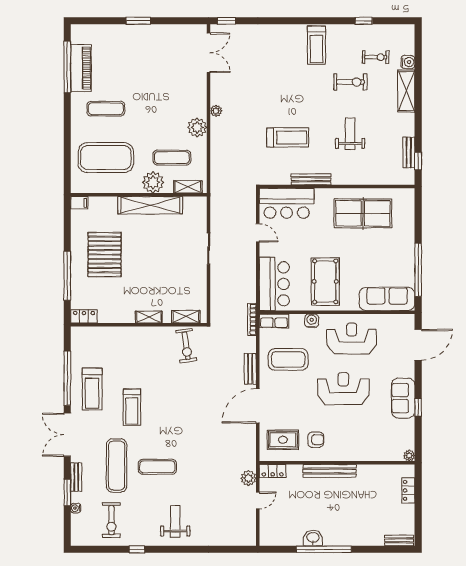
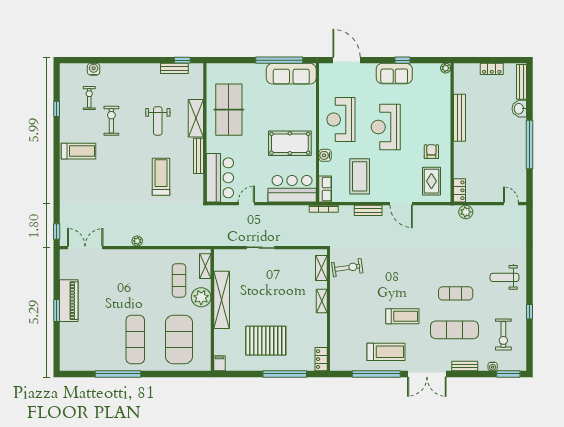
window: (67, 67) -> (118, 374), moved
piano: (81, 68) -> (69, 301), moved, turned 90
shelving: (406, 91) -> (196, 118), moved, turned 90
exercise mat: (106, 109) -> (135, 340), width x1.36, depth x1.45
plant: (197, 127) -> (152, 258), removed
weight bench: (350, 134) -> (158, 121), turned -90
sofa: (387, 299) -> (291, 74), moved, turned -90
door: (258, 406) -> (401, 204), width x0.73
exercise mat: (157, 467) -> (456, 293), turned 90
bench: (330, 471) -> (459, 118), moved
locker: (408, 490) -> (492, 69), moved
window: (67, 492) -> (508, 374), moved
door: (258, 500) -> (511, 204), moved
exercise bike: (111, 520) -> (503, 334), turned 90
washbasin: (313, 538) -> (519, 109), moved
bench: (399, 540) -> (522, 82), width x1.36

